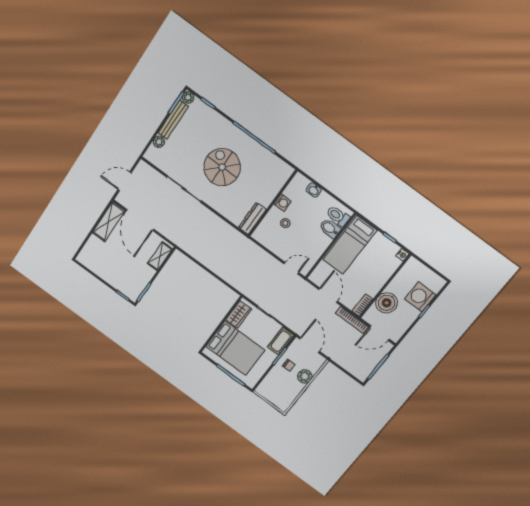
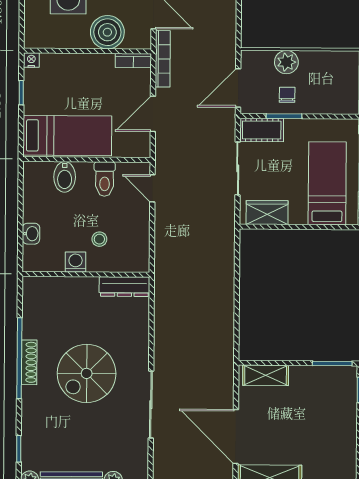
shoe rack: (249, 141) -> (29, 362), added
toilet: (338, 216) -> (105, 179), moved
door: (140, 220) -> (236, 436), swing flipped
bed: (235, 348) -> (327, 183), width x0.67

